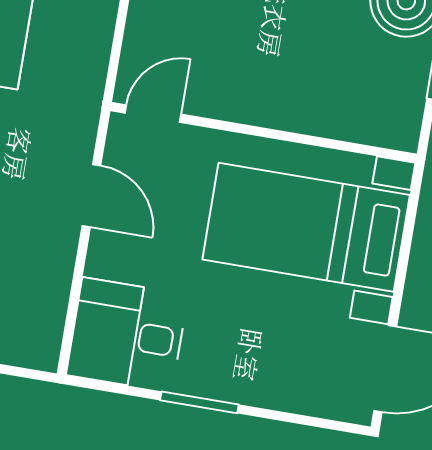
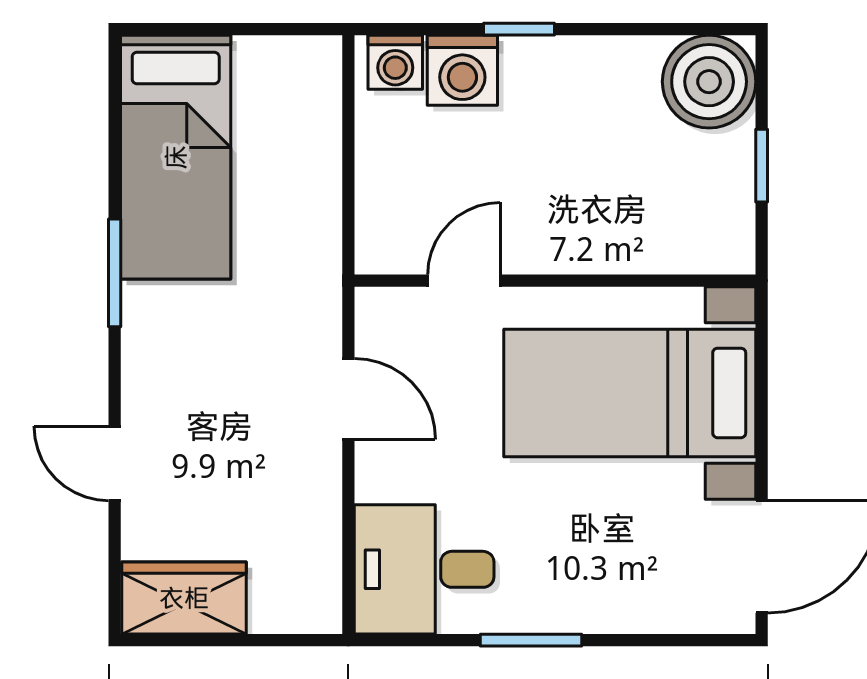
door: (153, 114) -> (464, 281), moved

